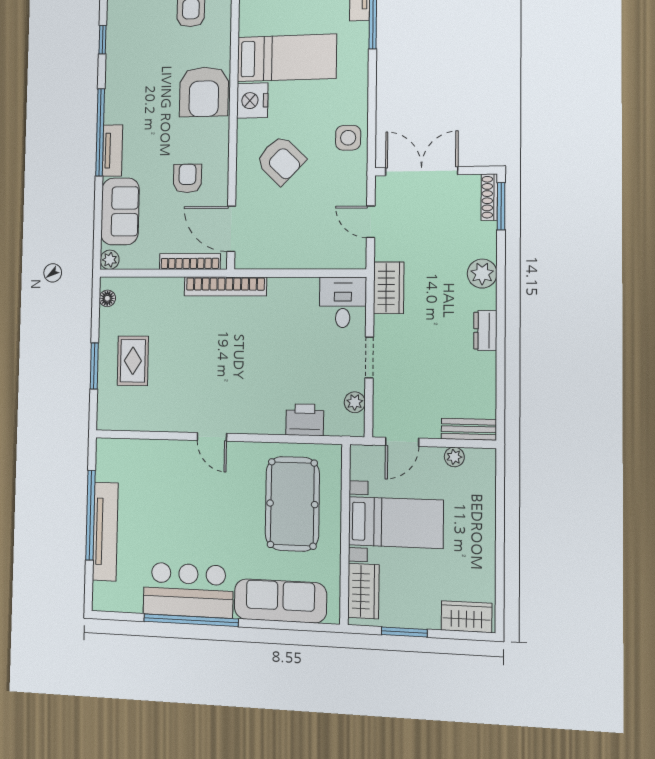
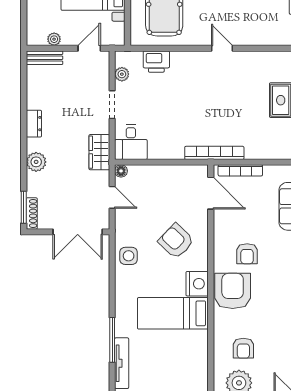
armchair: (187, 178) -> (247, 254), moved
floor lamp: (358, 260) -> (121, 171), added

